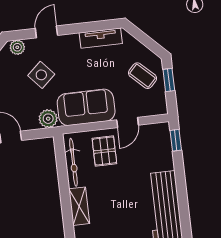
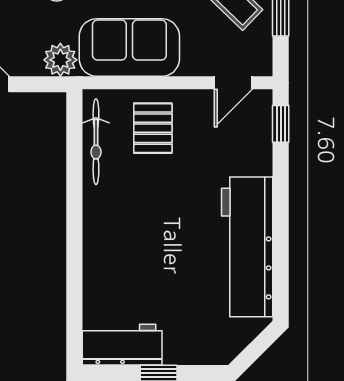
door: (128, 122) -> (233, 83), moved
shelving: (79, 206) -> (97, 220), removed

